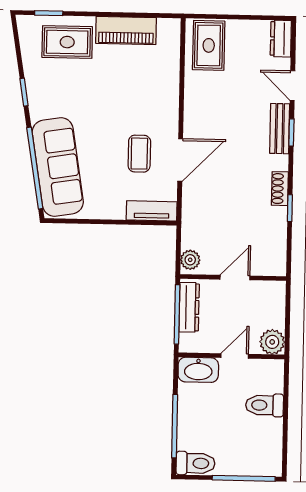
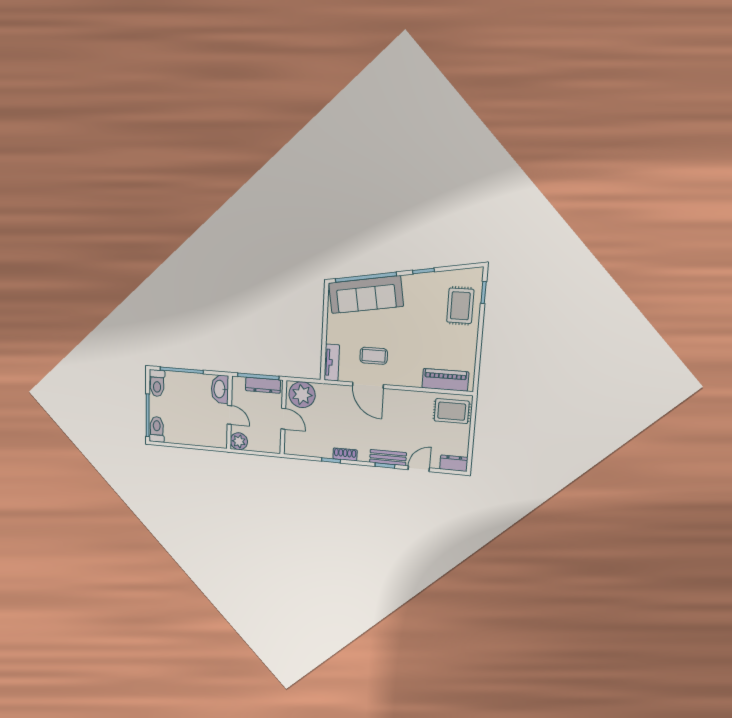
piano: (126, 31) -> (445, 380), moved, turned 90
plant: (190, 260) -> (302, 395), width x1.88, depth x1.88
toilet: (265, 405) -> (157, 429), moved

